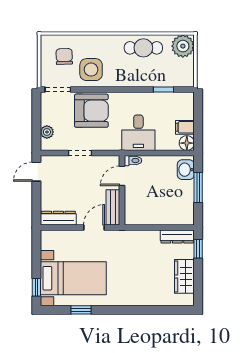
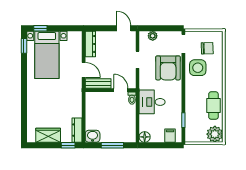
filing cabinet: (185, 127) -> (170, 136), moved
washbasin: (186, 170) -> (93, 136), moved
window: (81, 310) -> (24, 46), moved

